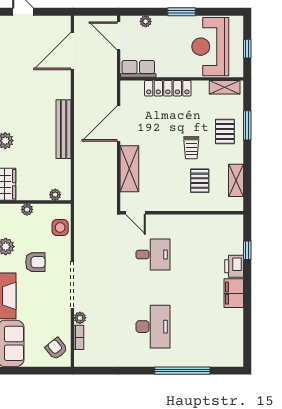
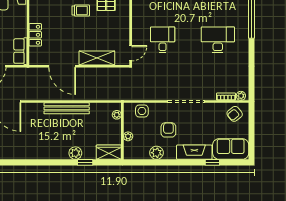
locker: (168, 88) -> (35, 35), width x0.66
plant: (80, 318) -> (241, 96), moved

